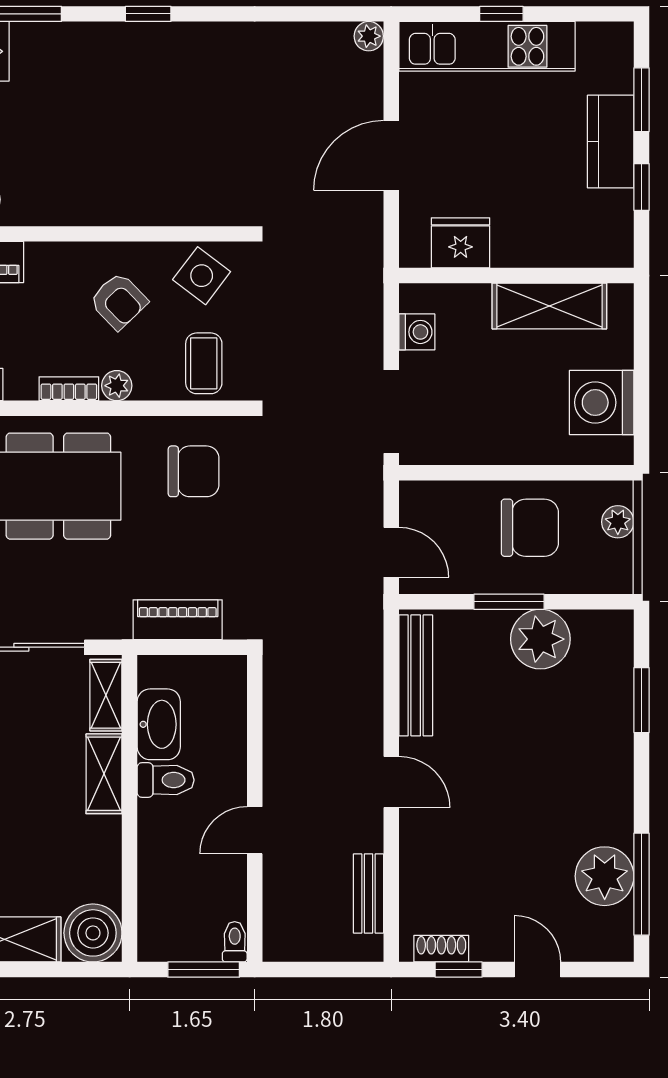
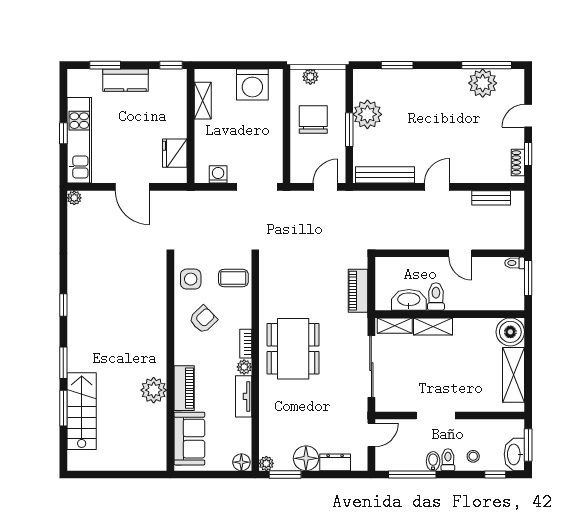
window: (641, 187) -> (171, 65), moved
side table: (202, 276) -> (191, 279), turned -37
shelving: (549, 306) -> (203, 101), width x0.67, depth x0.75
plant: (117, 386) -> (244, 367), moved
chair: (194, 471) -> (286, 283), removed

